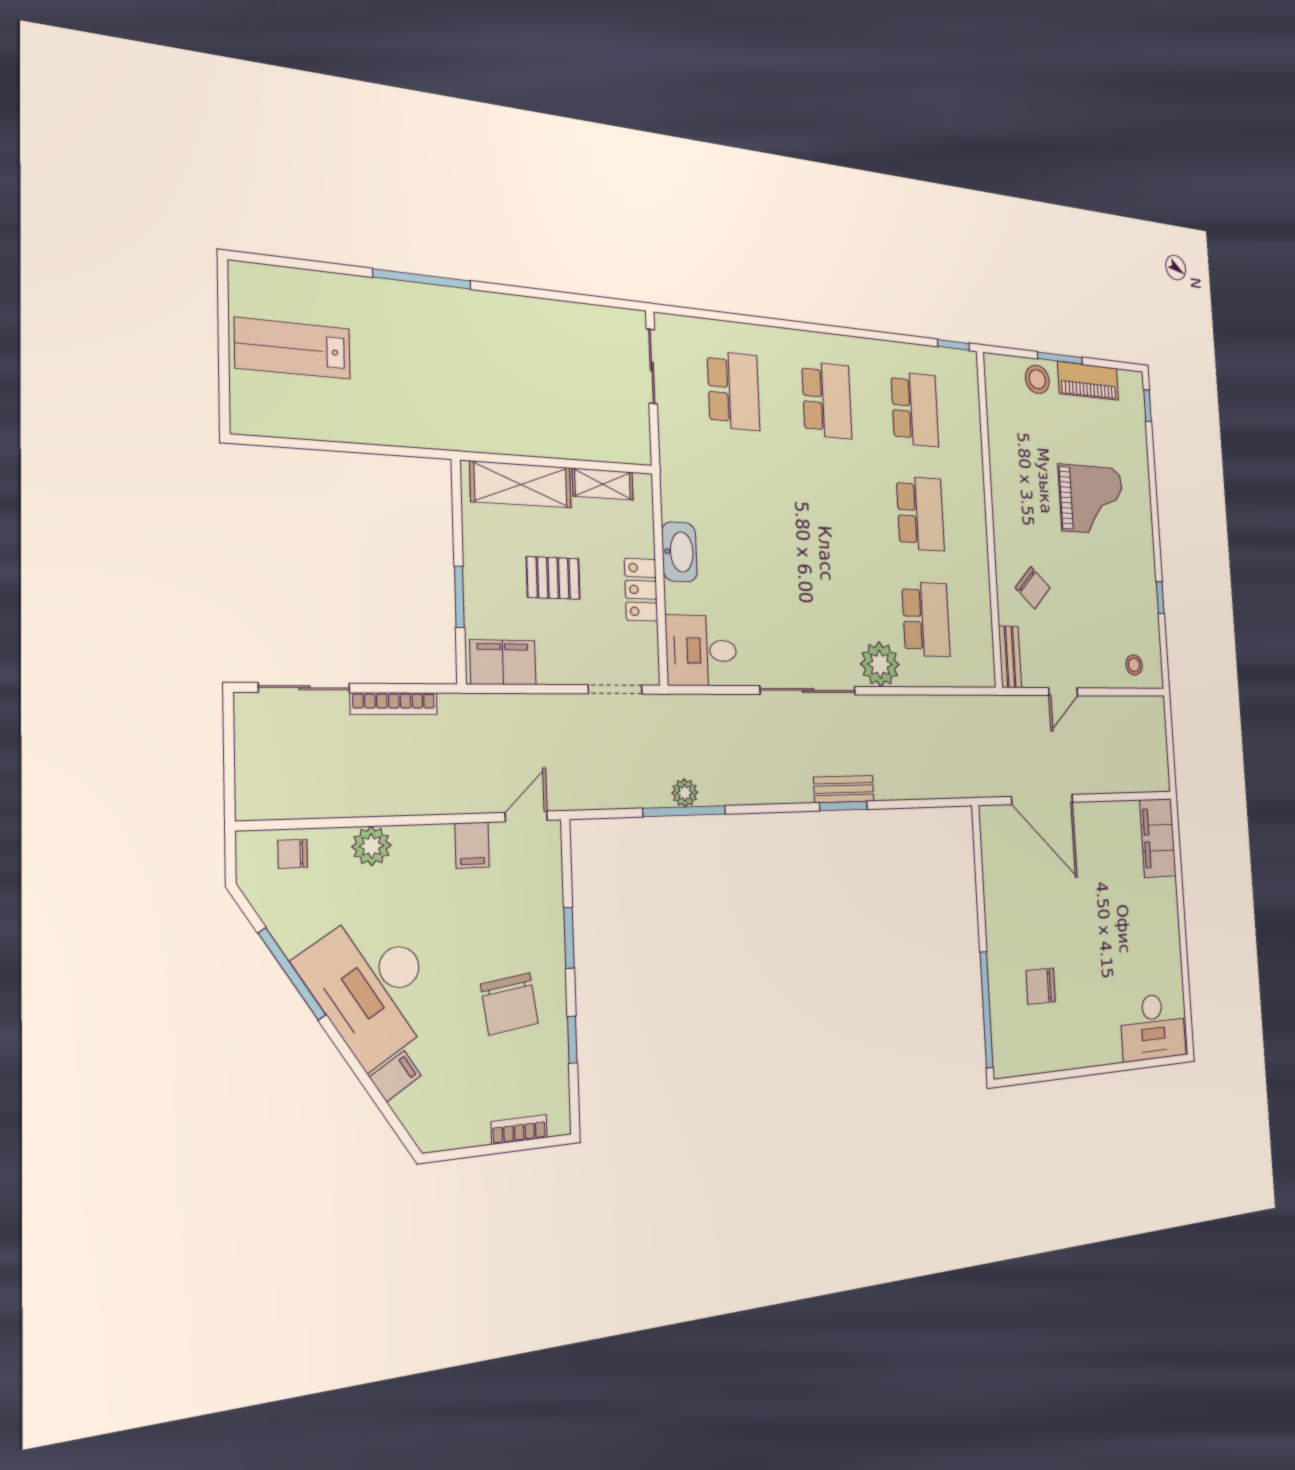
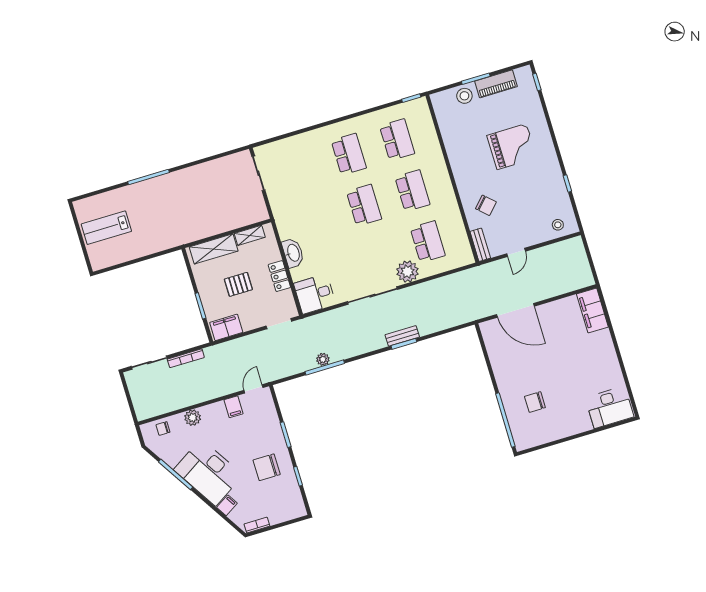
school desk: (734, 391) -> (364, 205), moved
chair: (509, 1004) -> (267, 467), turned 98
bookcase: (519, 1130) -> (257, 525), moved

